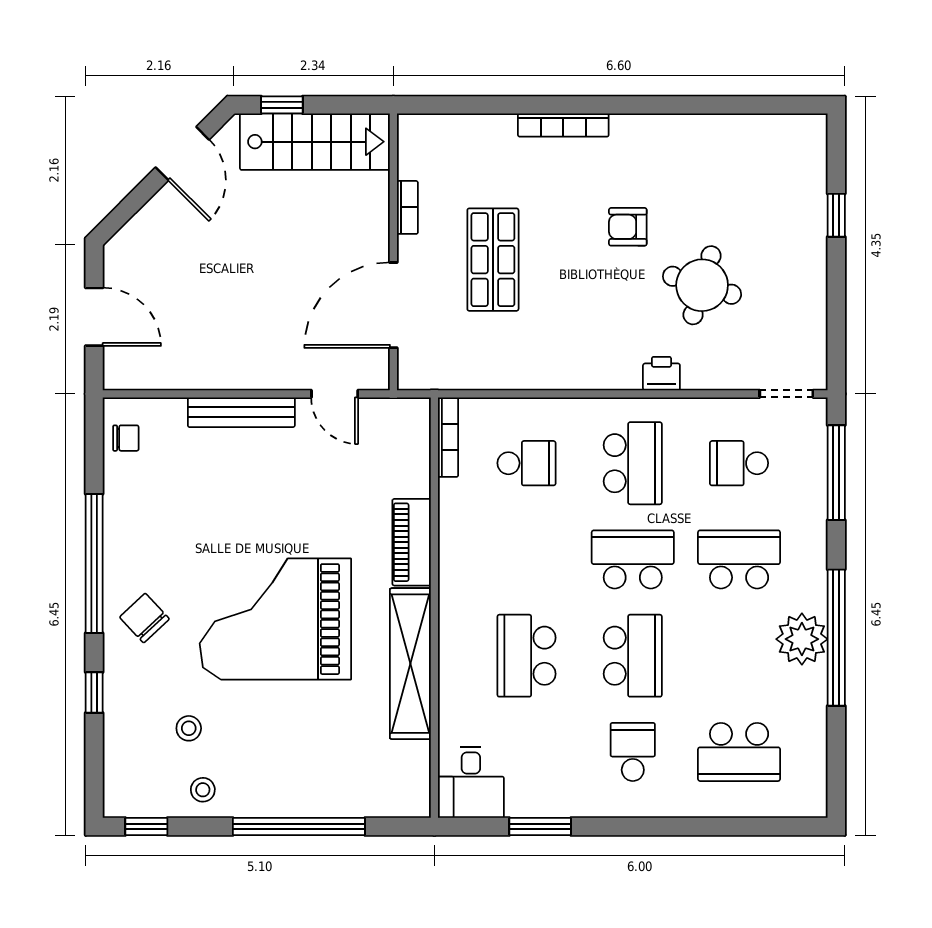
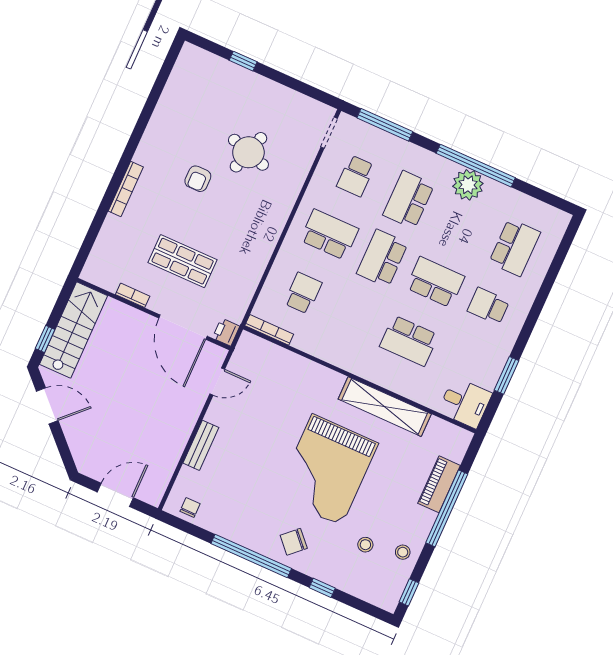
printer: (661, 374) -> (226, 332), moved
bench: (241, 412) -> (201, 445), width x0.73
piano: (412, 542) -> (439, 484), moved, turned 90

